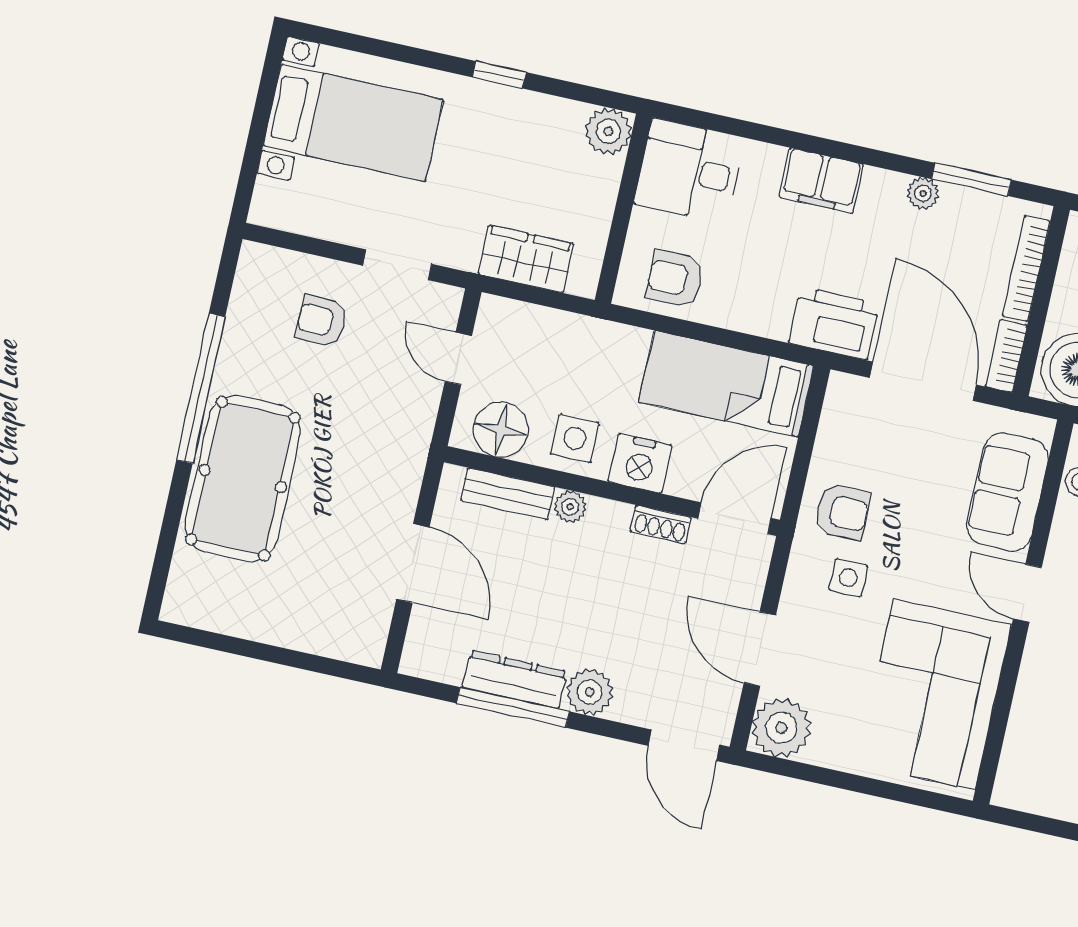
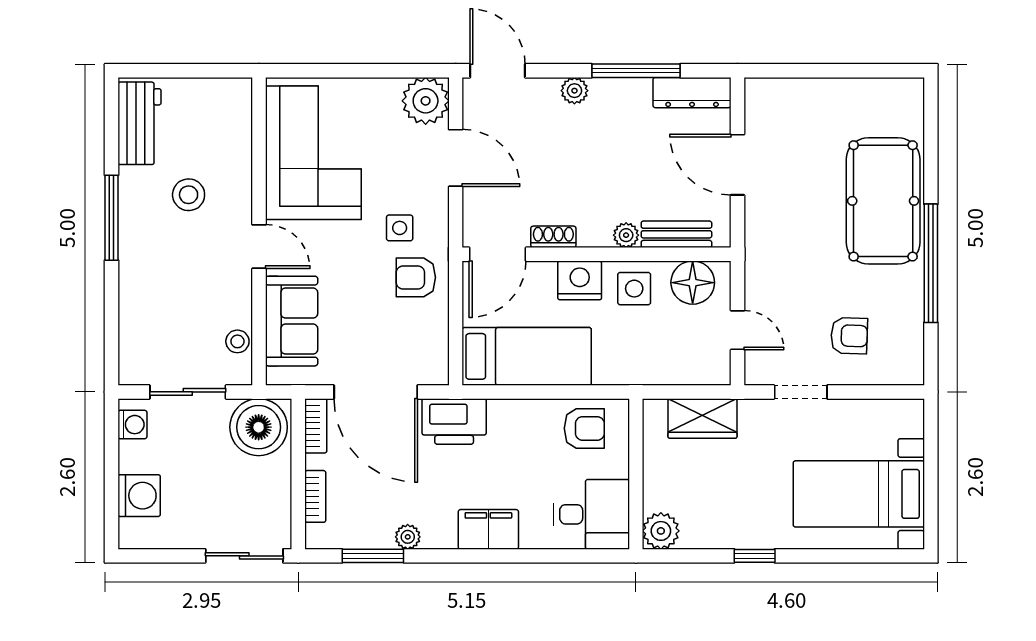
bookcase: (1026, 269) -> (315, 496), width x0.64
dresser: (515, 679) -> (692, 93), moved
plant: (590, 692) -> (574, 91), width x0.73, depth x0.73

